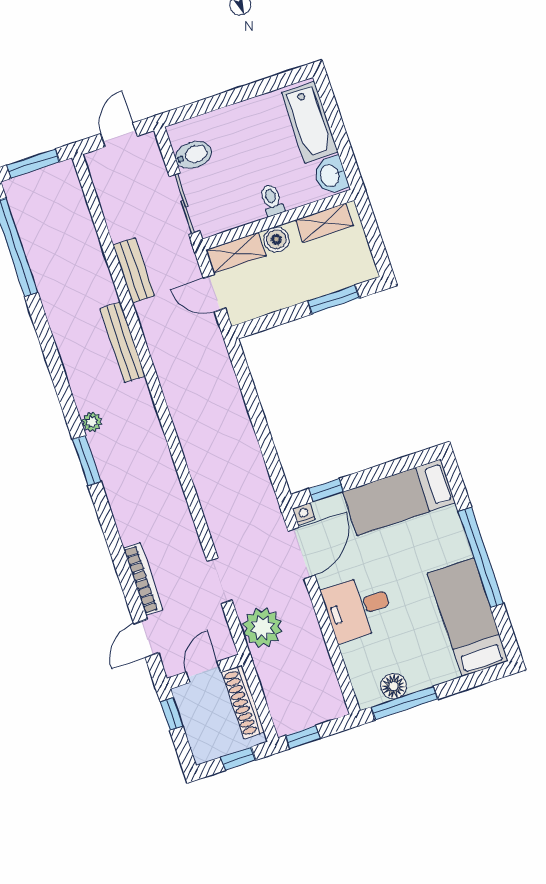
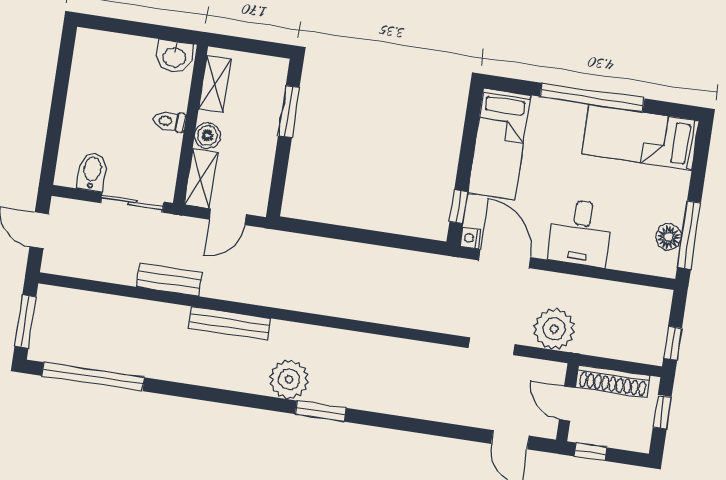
bathtub: (310, 122) -> (117, 51), removed
plant: (92, 422) -> (289, 379), width x1.88, depth x1.88
bookcase: (143, 579) -> (454, 415), removed

